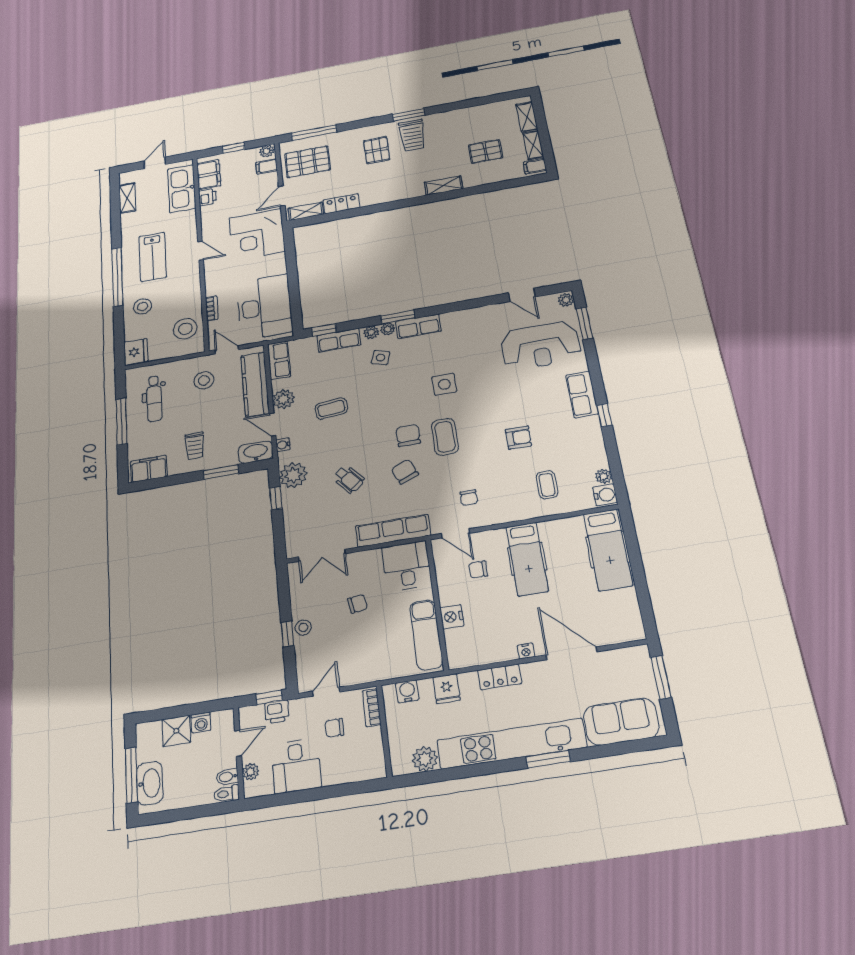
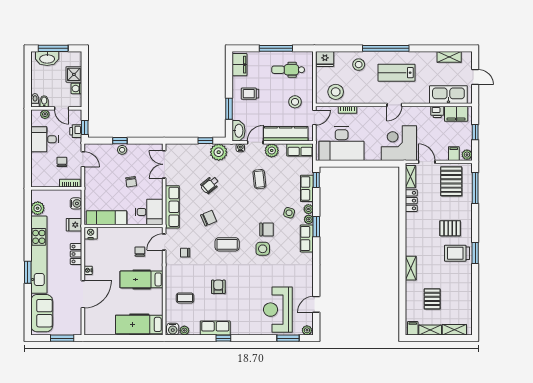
row of seats: (582, 394) -> (215, 328), moved
chair: (408, 435) -> (267, 229), moved
armchair: (518, 438) -> (218, 287), turned 180
nightstand: (452, 617) -> (91, 233), moved

